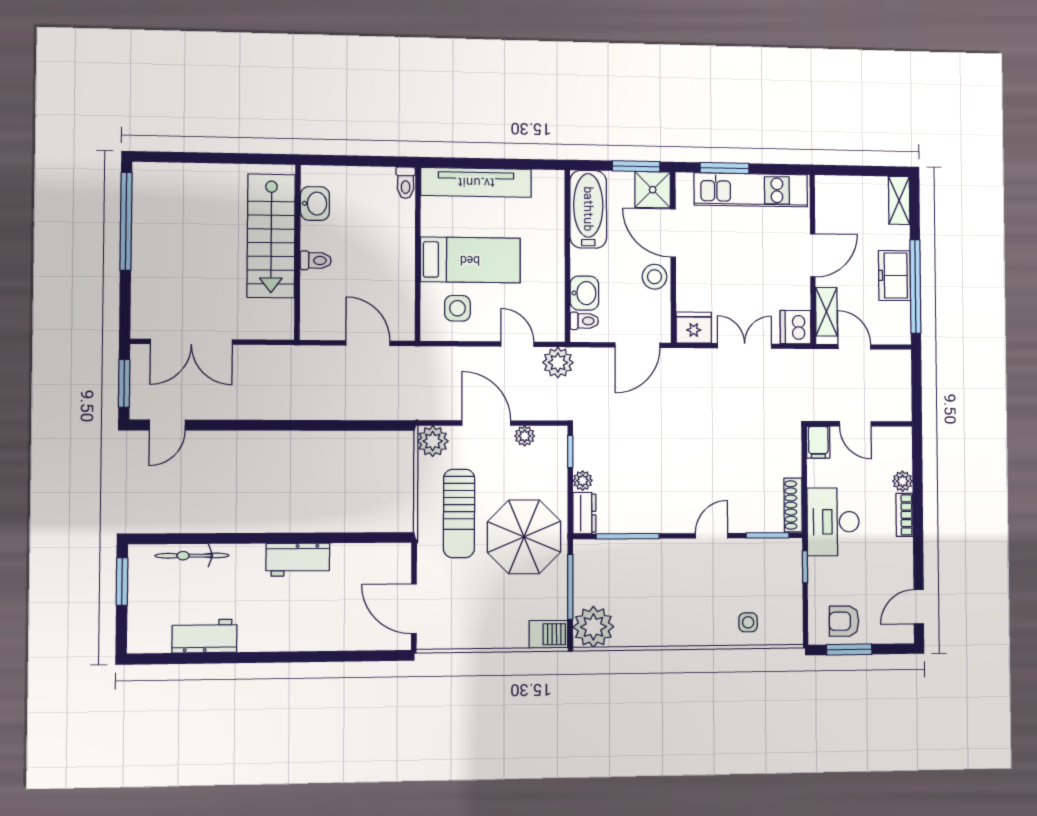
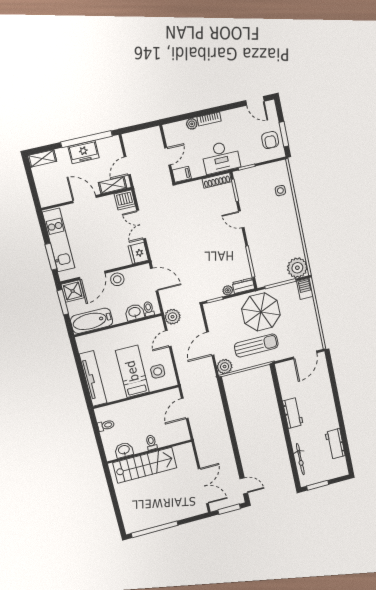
toilet: (406, 183) -> (106, 425), moved
plant: (525, 436) -> (212, 324), removed

